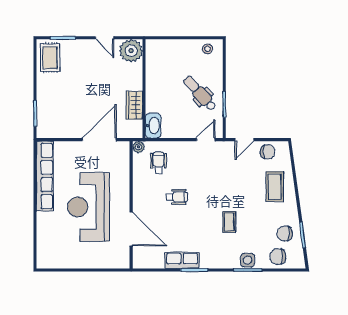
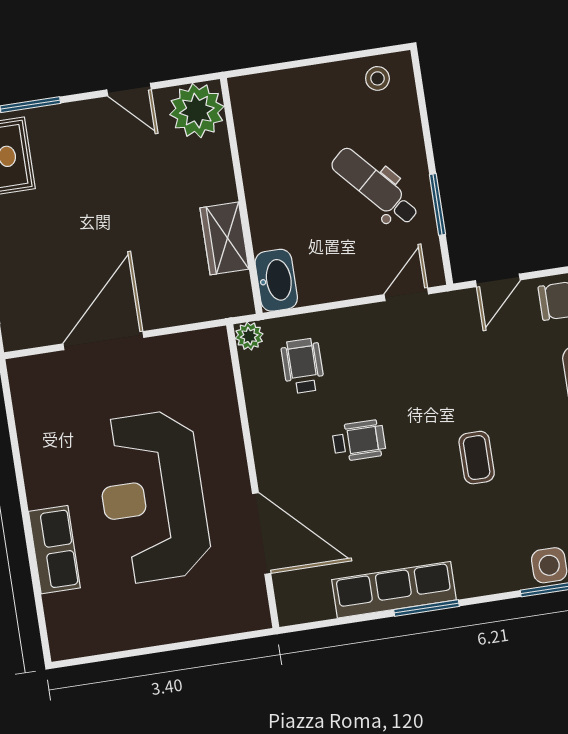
door: (99, 140) -> (103, 341), moved
row of seats: (45, 176) -> (54, 550), moved, width x0.50
coffee table: (229, 222) -> (477, 458), moved
row of seats: (182, 260) -> (394, 590), width x1.48

